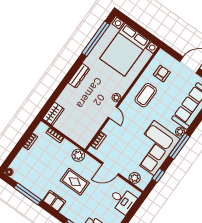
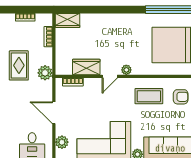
dresser: (79, 76) -> (122, 19), removed
wardrobe: (95, 124) -> (86, 67), added
rug: (75, 182) -> (19, 65), moved

